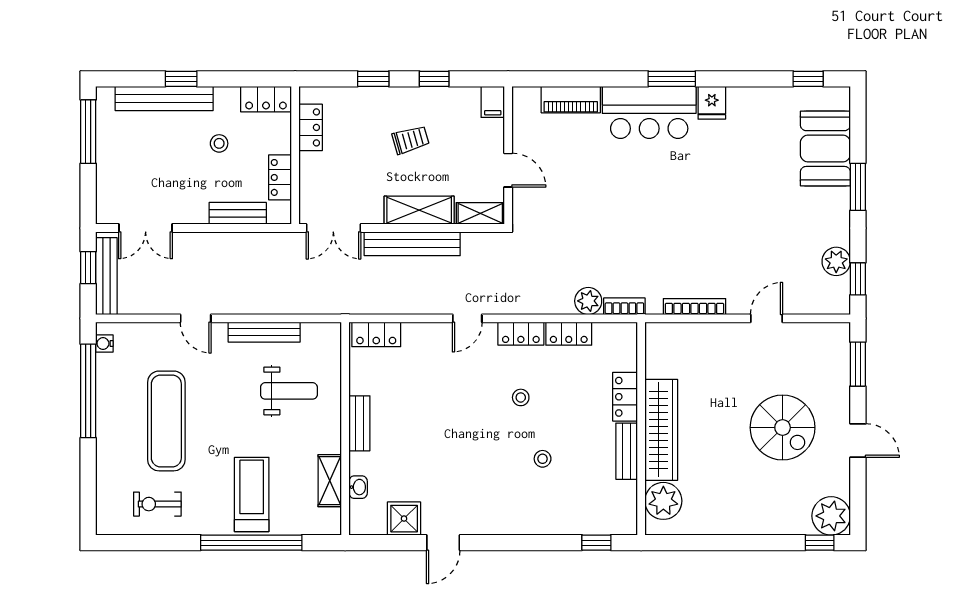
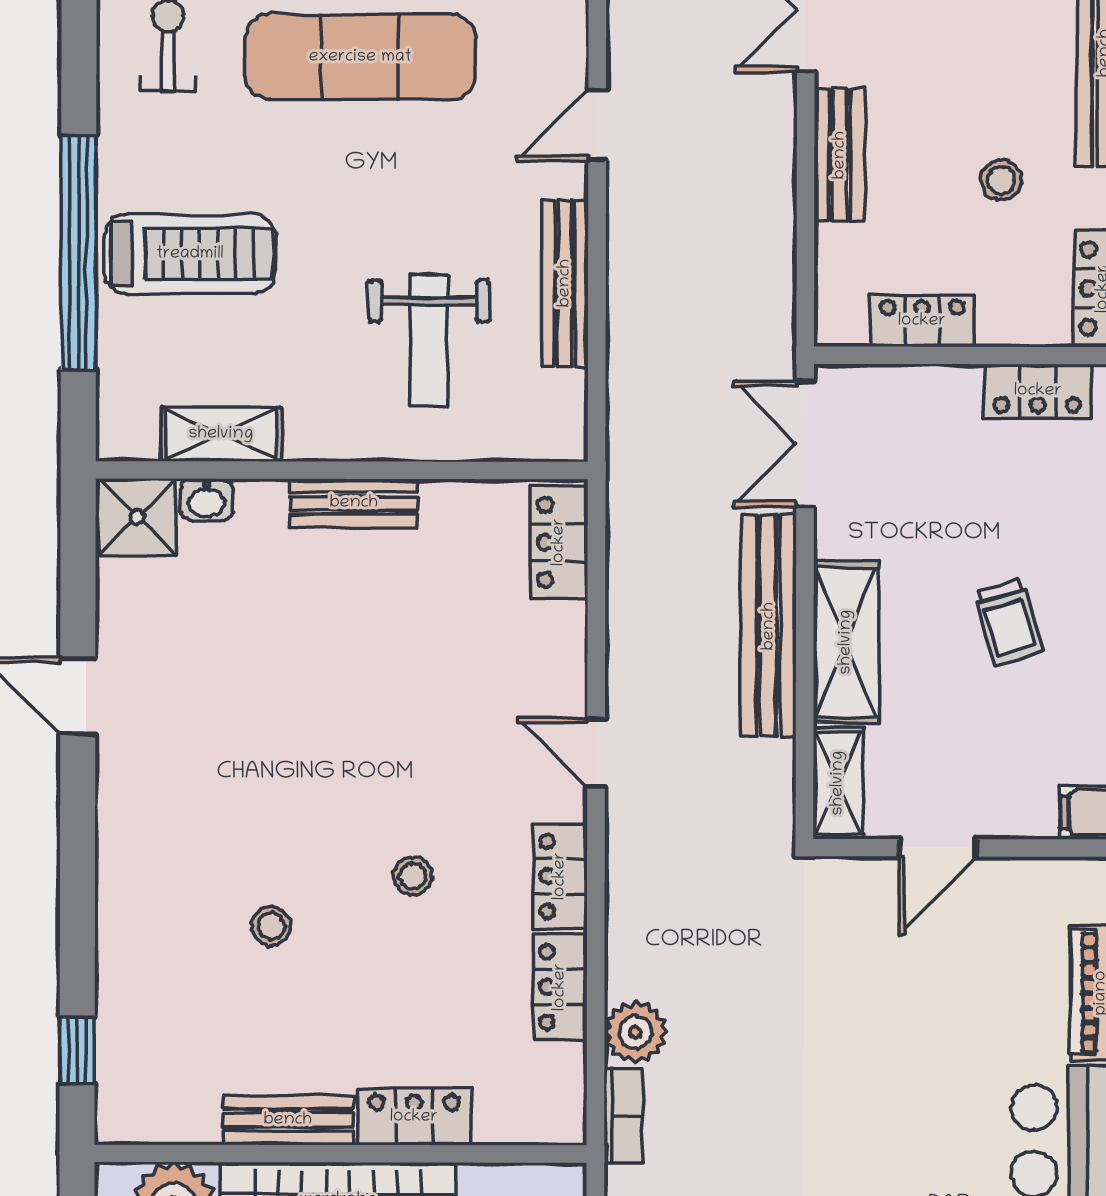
bench: (238, 213) -> (840, 155), moved
shower: (404, 519) -> (137, 517), moved

